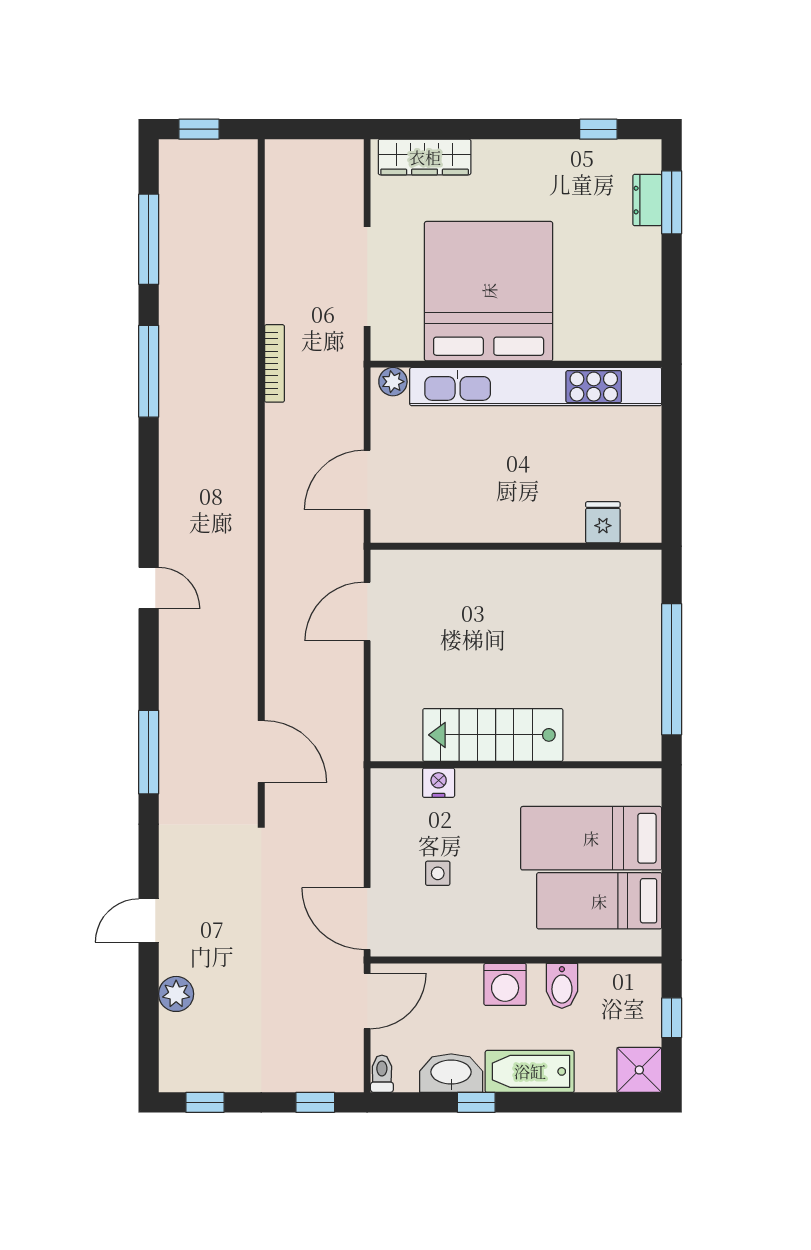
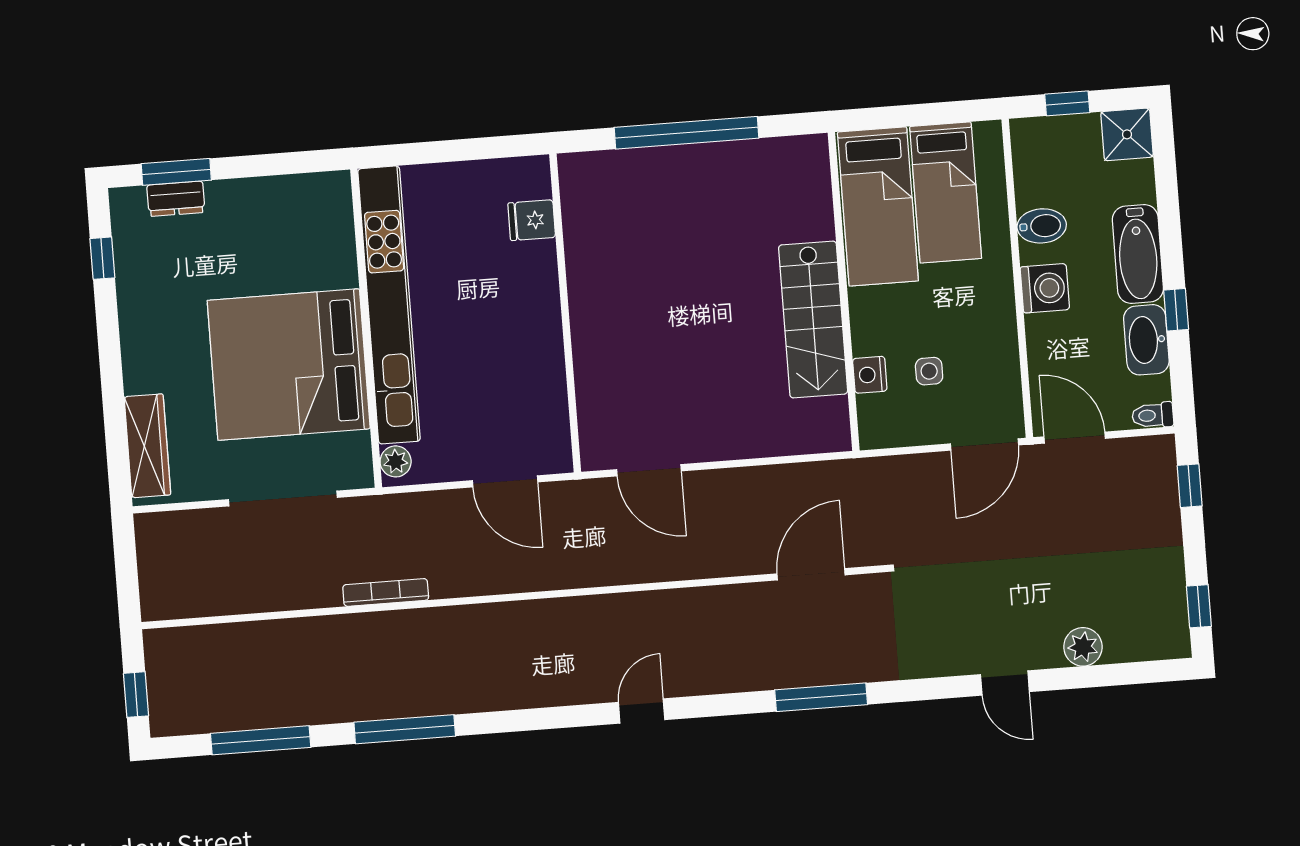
stairs: (493, 735) -> (813, 320), moved
wall: (516, 765) -> (844, 292), moved
nightstand: (439, 783) -> (870, 375), moved

